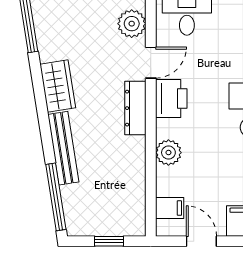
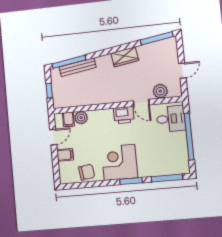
dresser: (135, 108) -> (117, 97), removed
bench: (63, 148) -> (78, 67), moved
plant: (168, 153) -> (81, 118), moved

